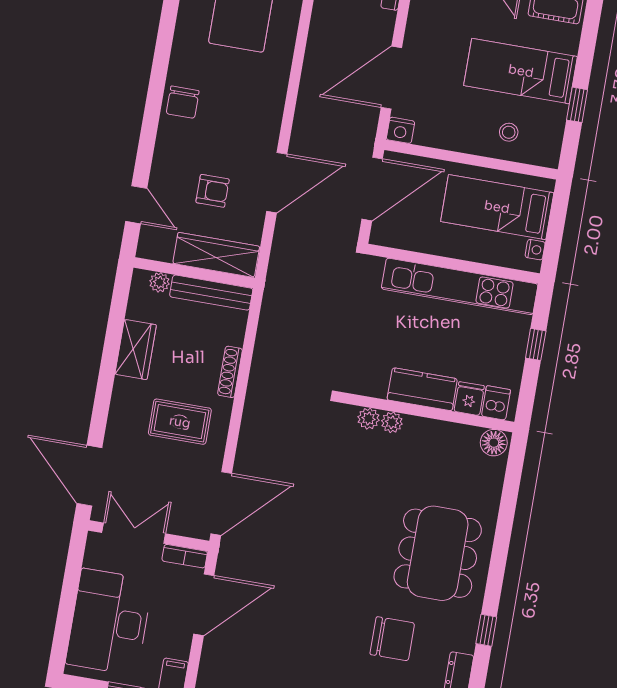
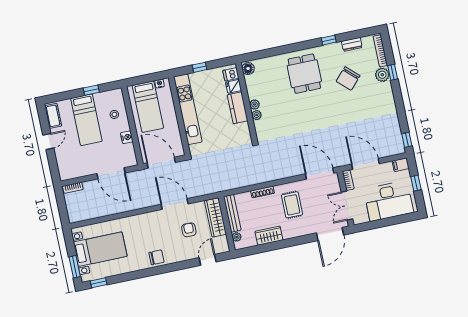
nightstand: (400, 130) -> (127, 137), moved
plant: (369, 419) -> (255, 104), moved
dining table: (438, 553) -> (304, 74), width x0.73
chair: (392, 639) -> (348, 78), turned -137

